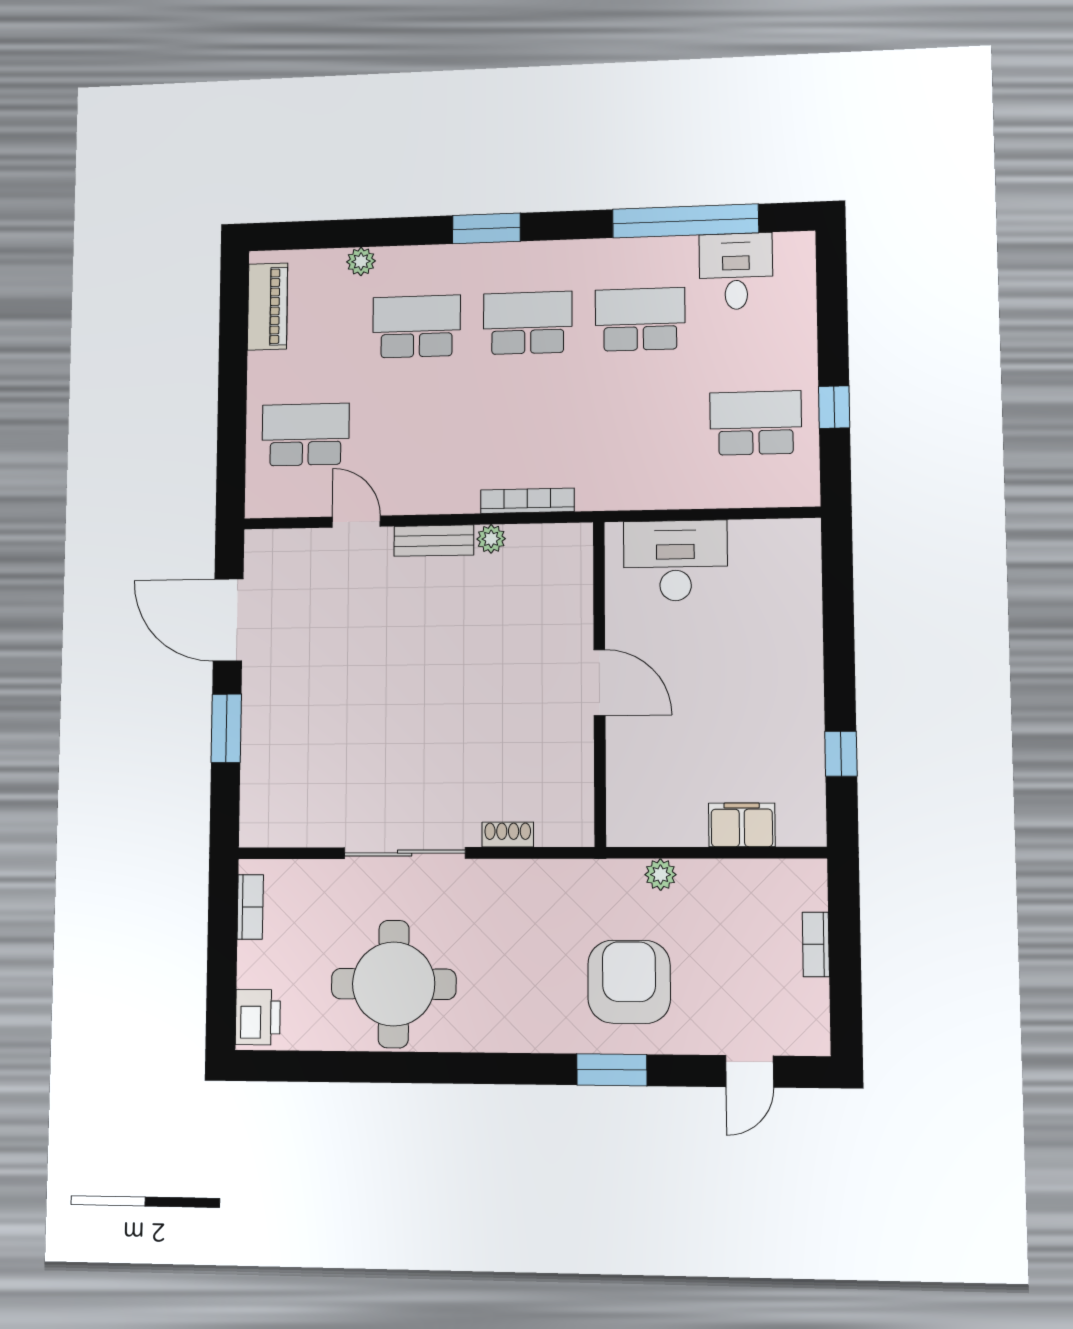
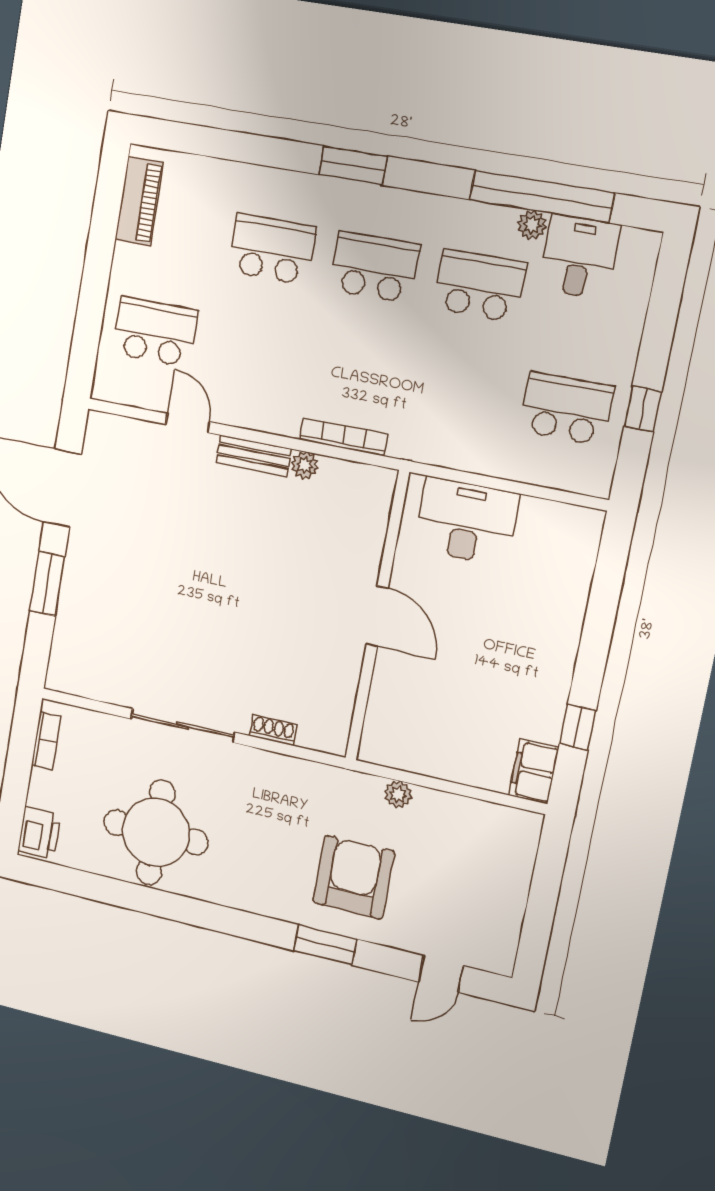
plant: (361, 261) -> (532, 225), moved
filing cabinet: (742, 825) -> (534, 771), moved, turned -90
bookcase: (816, 944) -> (520, 884), removed

